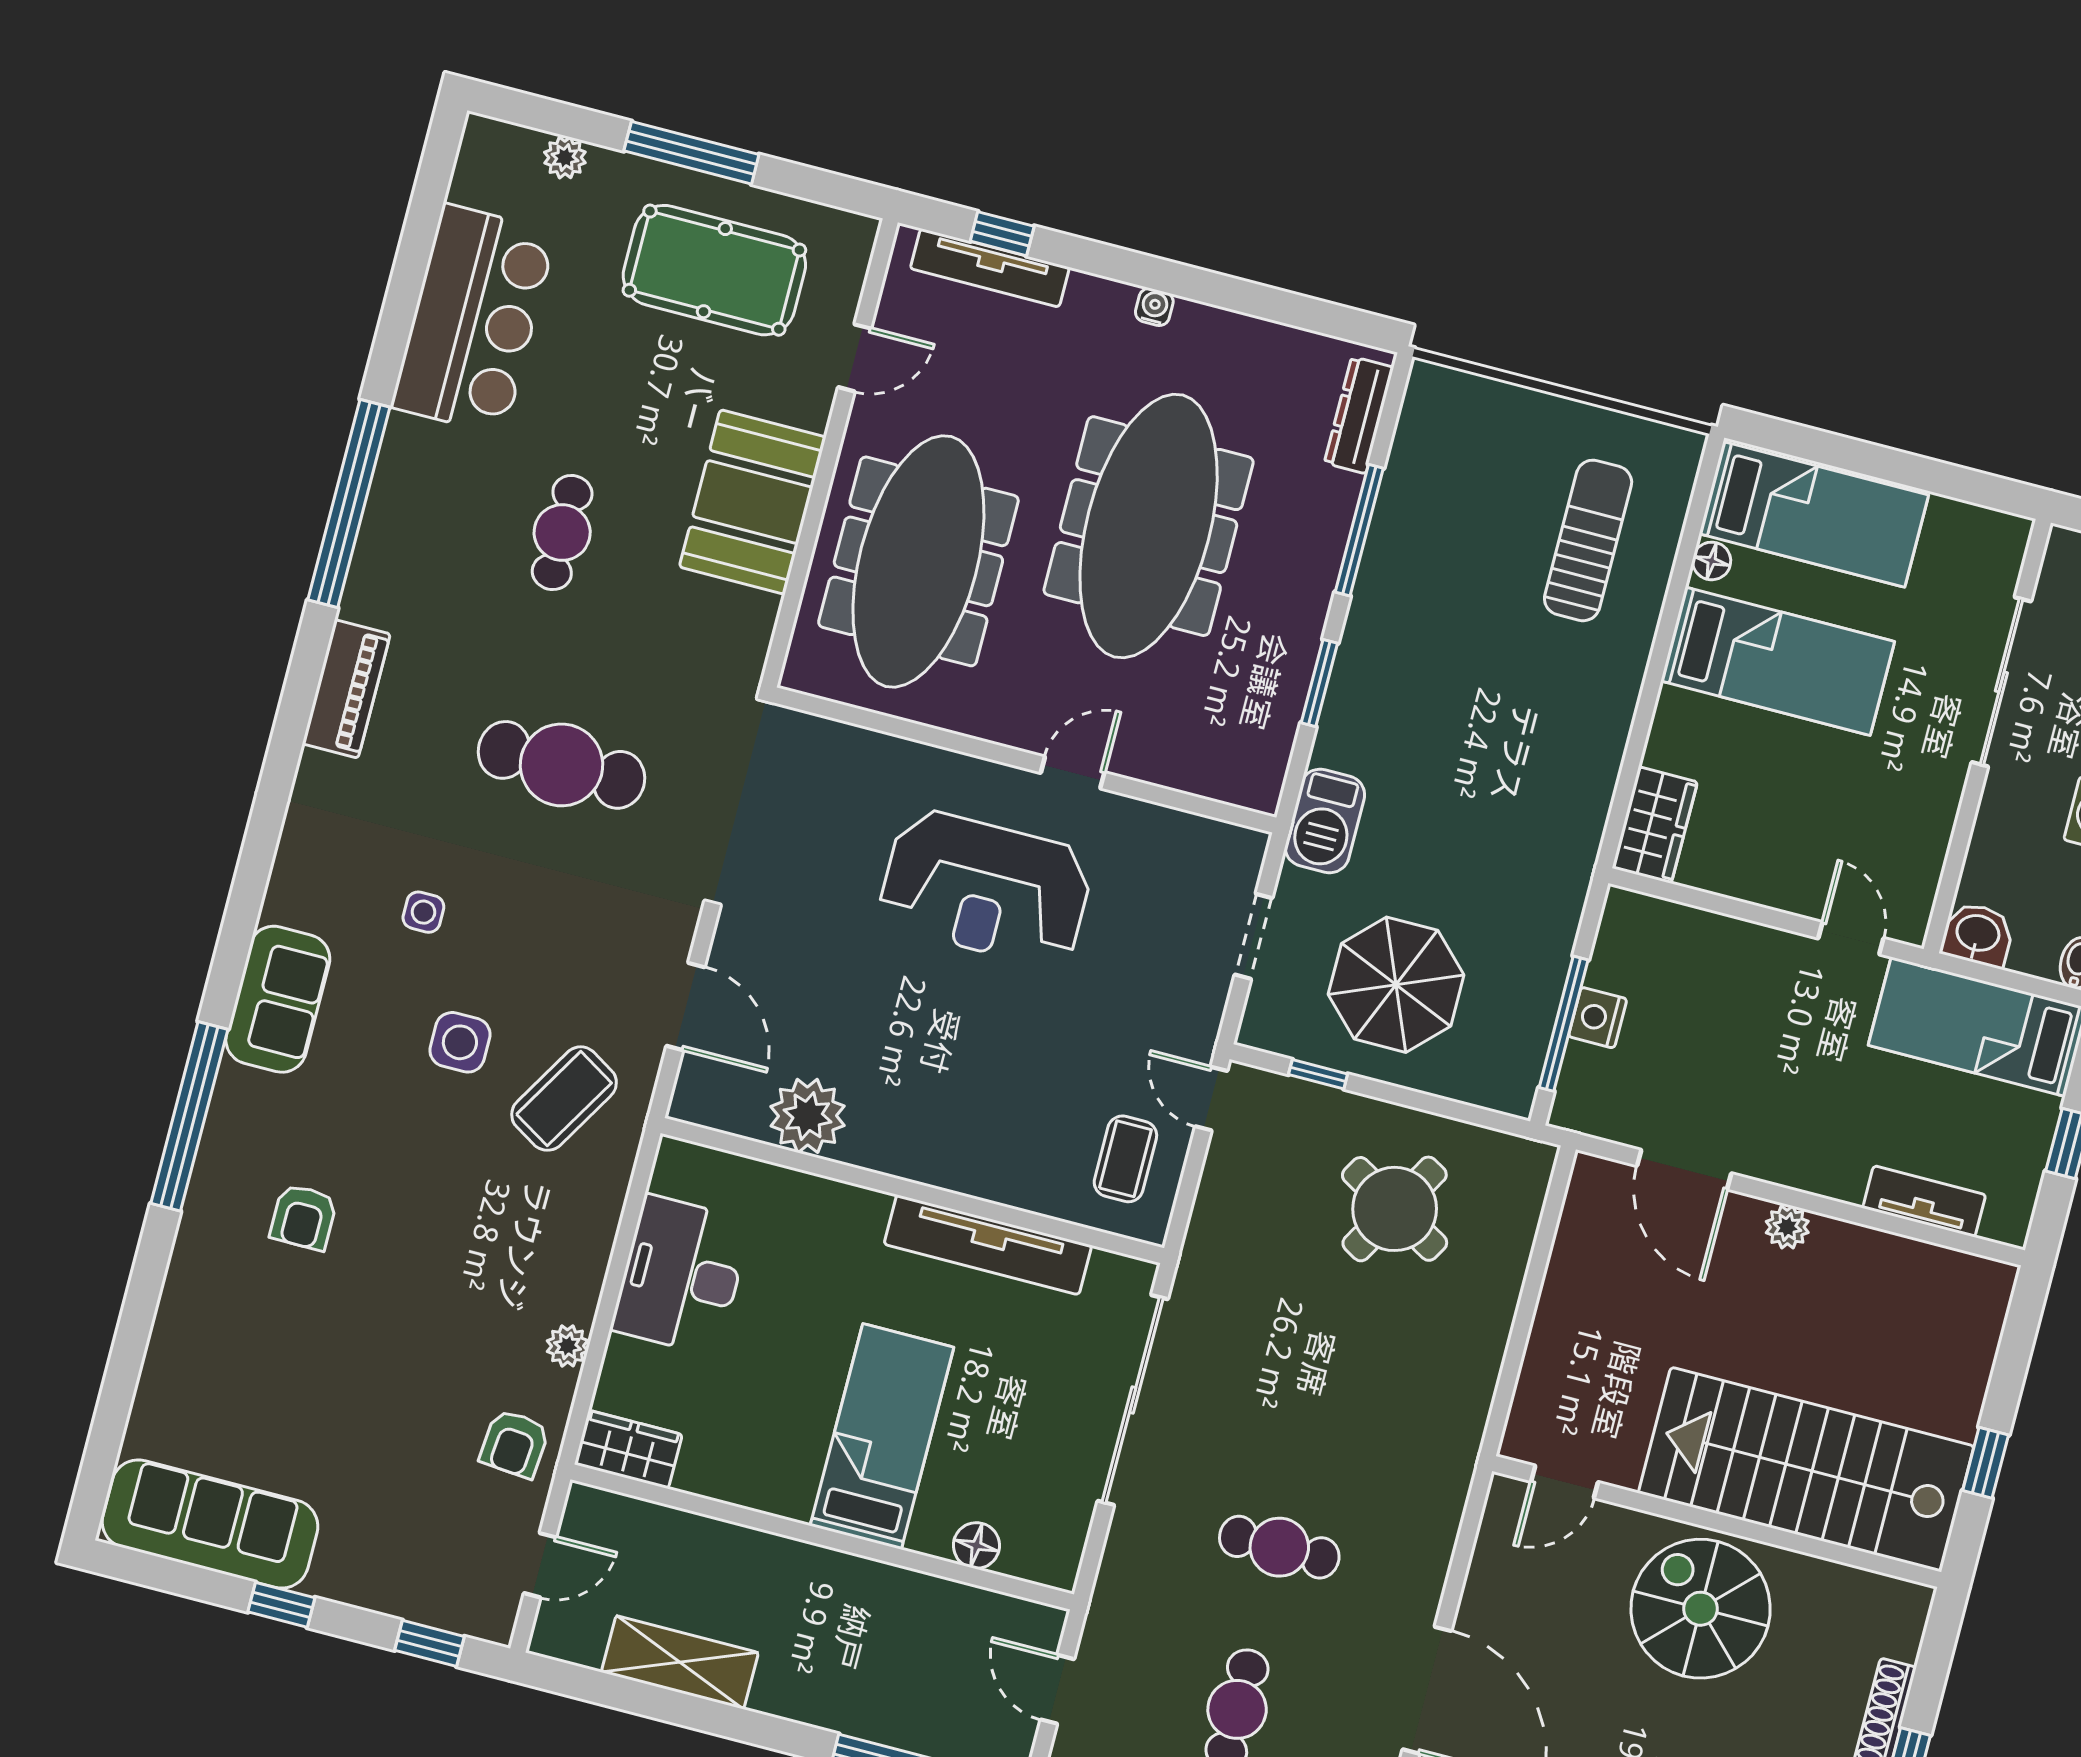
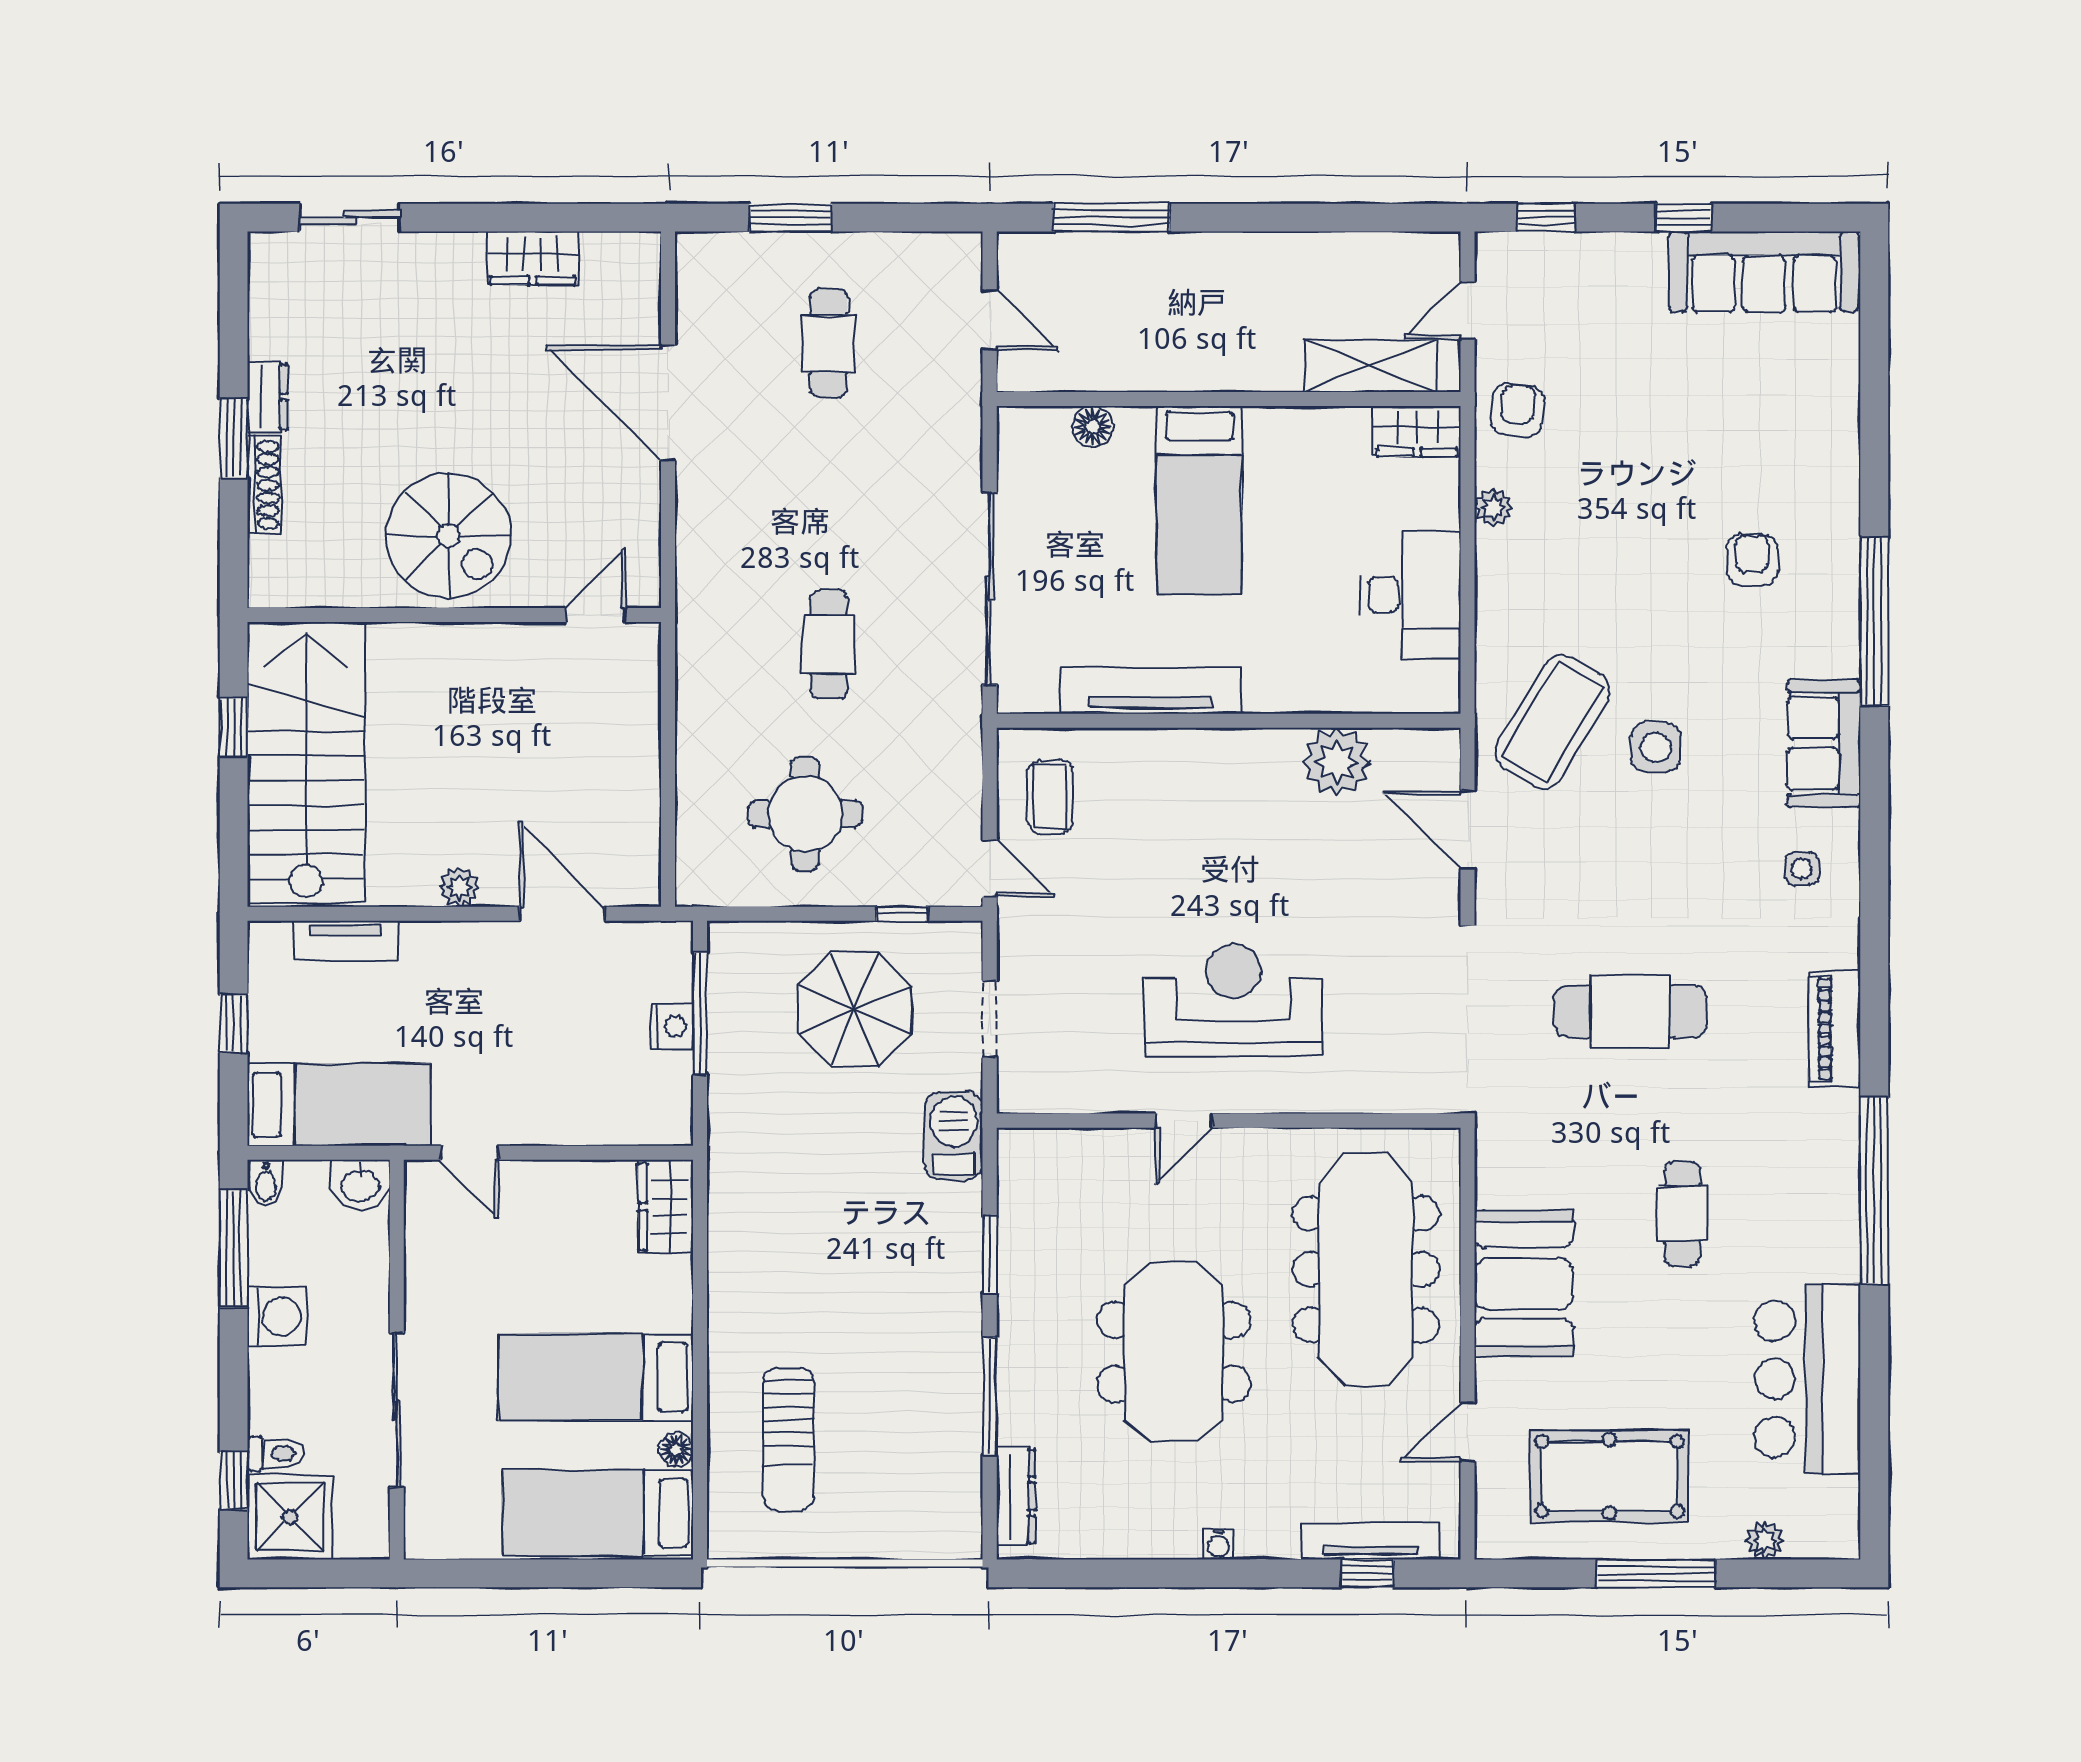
meeting table: (1149, 526) -> (1174, 1352), width x0.73
side table: (423, 912) -> (1802, 869), moved
coffee table: (564, 1099) -> (1552, 722), width x1.36, depth x1.32
round table: (1395, 1209) -> (805, 814), turned -30
stairs: (1806, 1470) -> (306, 763), moved, turned -90
cafe table: (1279, 1547) -> (829, 644), moved, turned 90
shelving: (680, 1662) -> (1371, 366), moved

